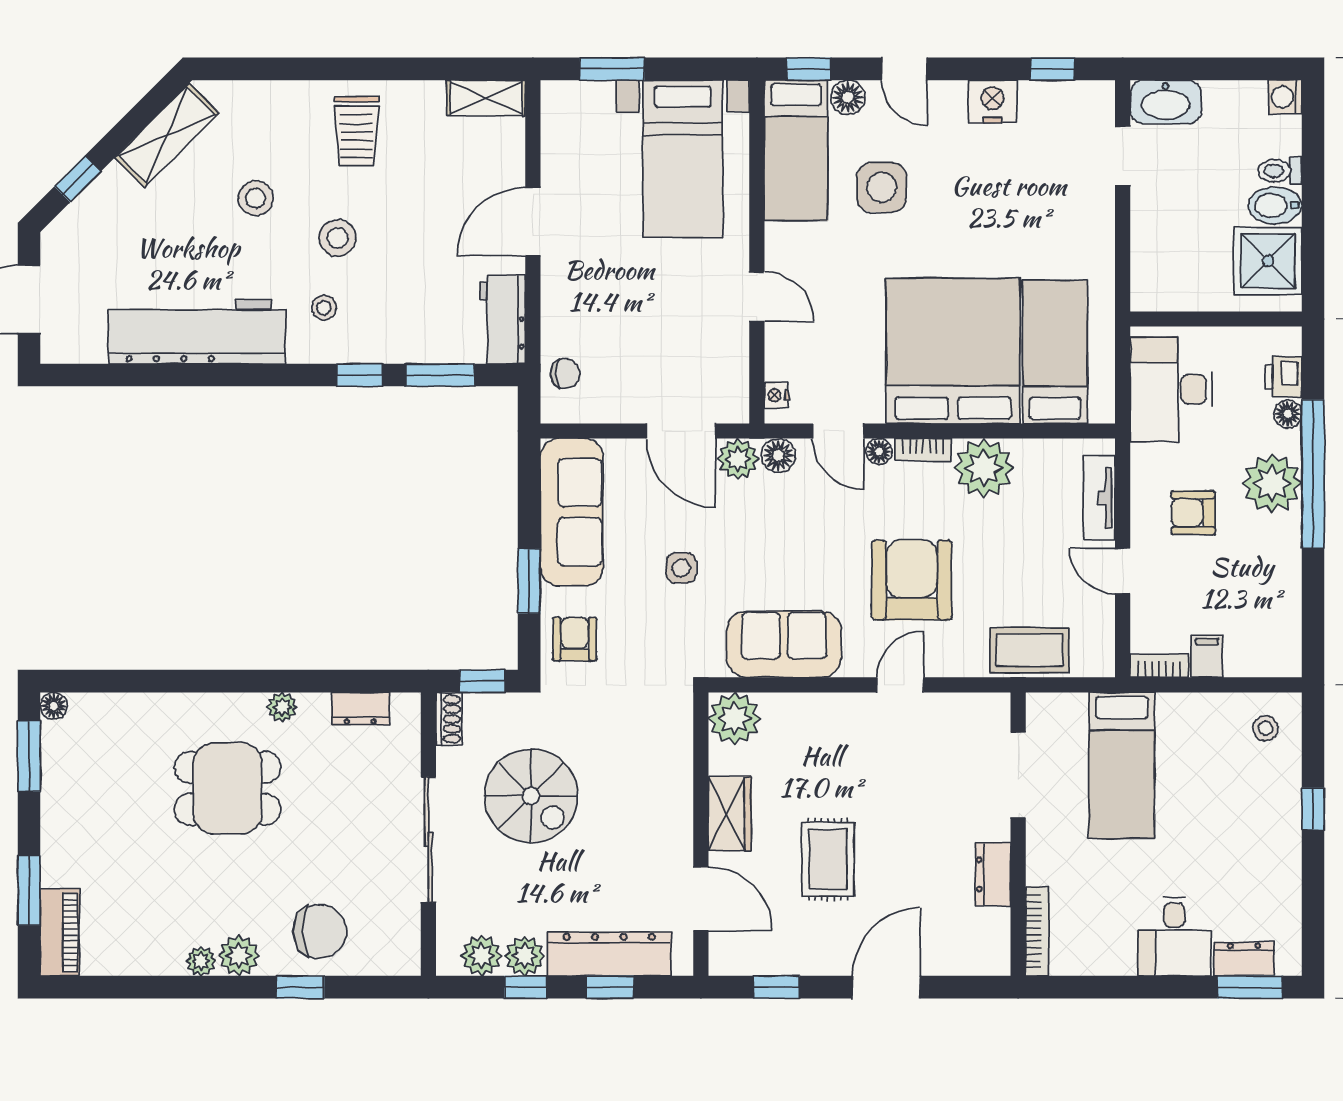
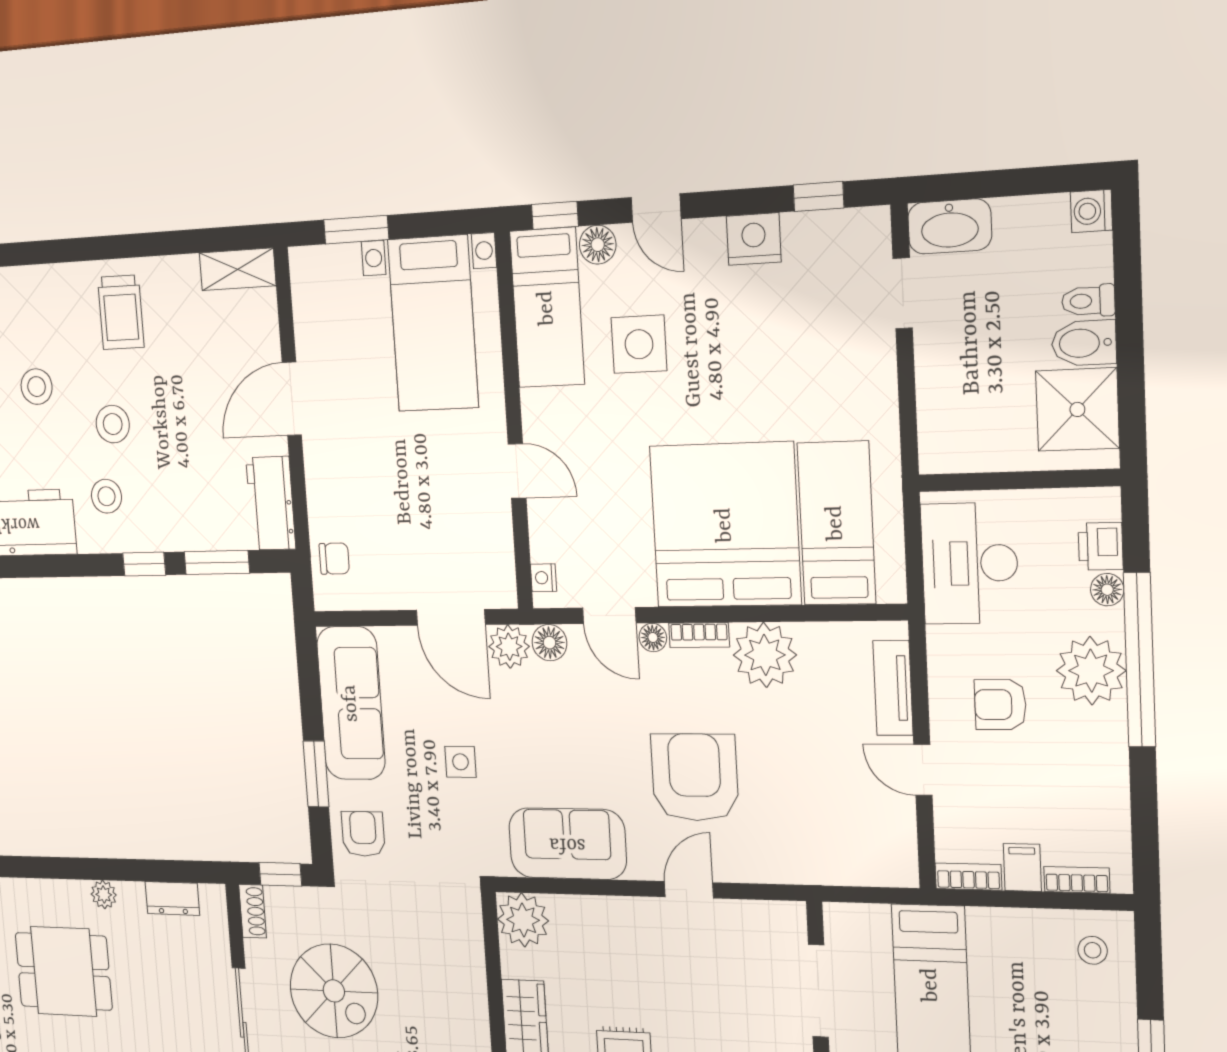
stool: (324, 308) -> (106, 496), width x1.37, depth x1.37
coffee table: (1030, 650) -> (824, 856), removed
bookcase: (1254, 666) -> (1077, 880), added

